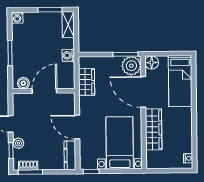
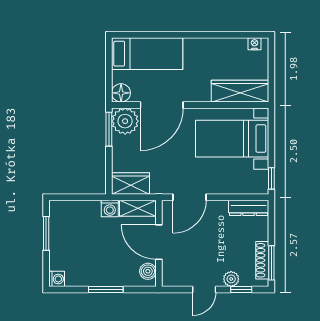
shelving: (68, 25) -> (138, 208), moved
wardrobe: (87, 82) -> (131, 184), moved
door: (77, 127) -> (190, 197), moved
wardrobe: (154, 129) -> (240, 91), moved
shoe rack: (28, 166) -> (262, 260), width x1.43

